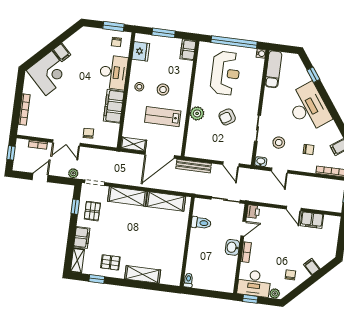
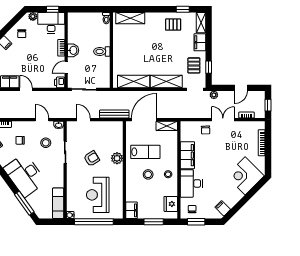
filing cabinet: (62, 52) -> (223, 208), moved
window: (313, 75) -> (24, 203), width x2.17
toilet: (201, 223) -> (102, 51), moved
shelving: (143, 274) -> (130, 18), moved

